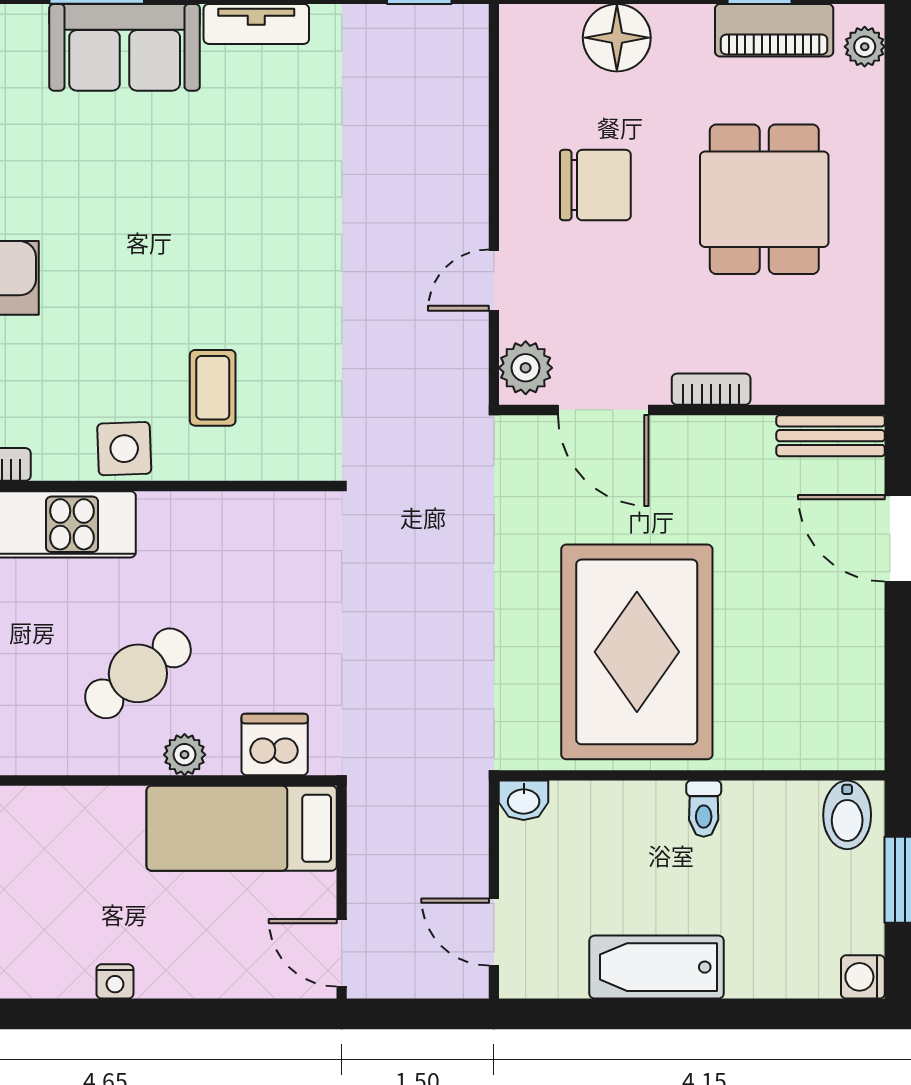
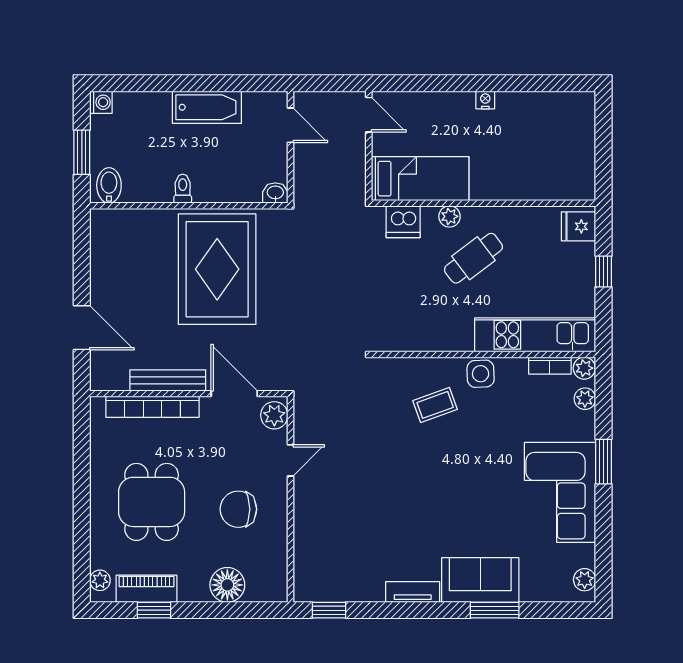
coffee table: (213, 388) -> (435, 405), turned 70
bookcase: (711, 389) -> (152, 407), width x2.31, depth x1.31
bench: (831, 436) -> (168, 380), moved, width x1.36

